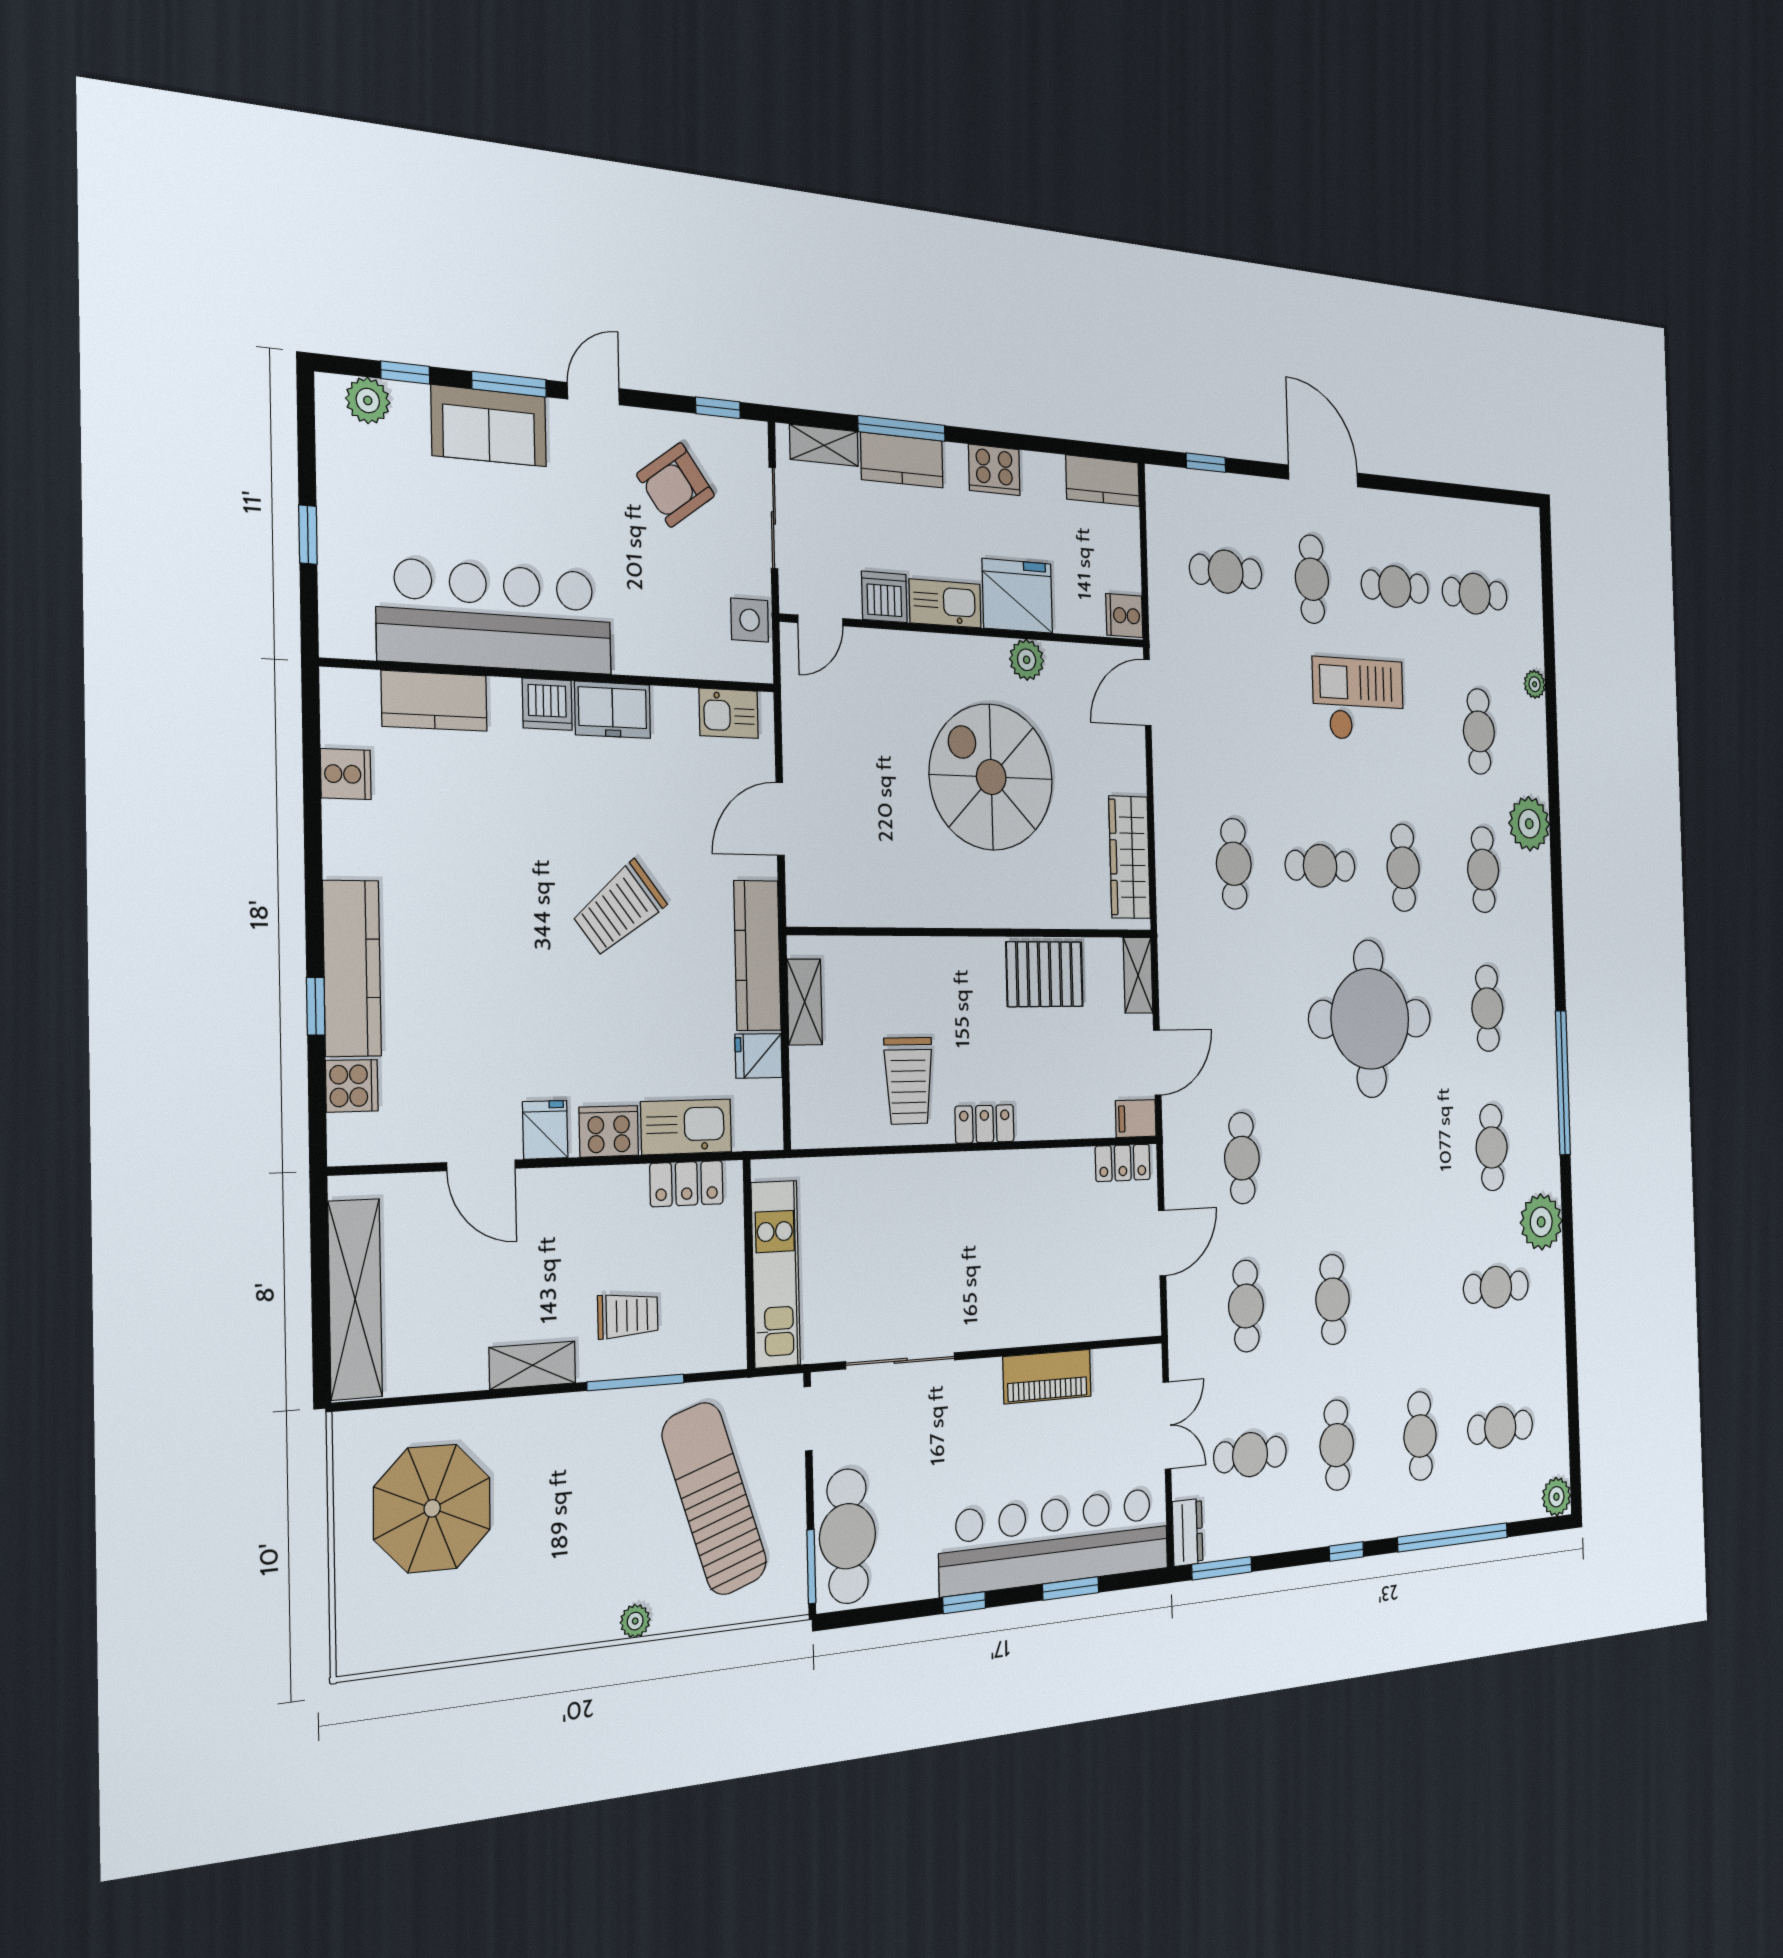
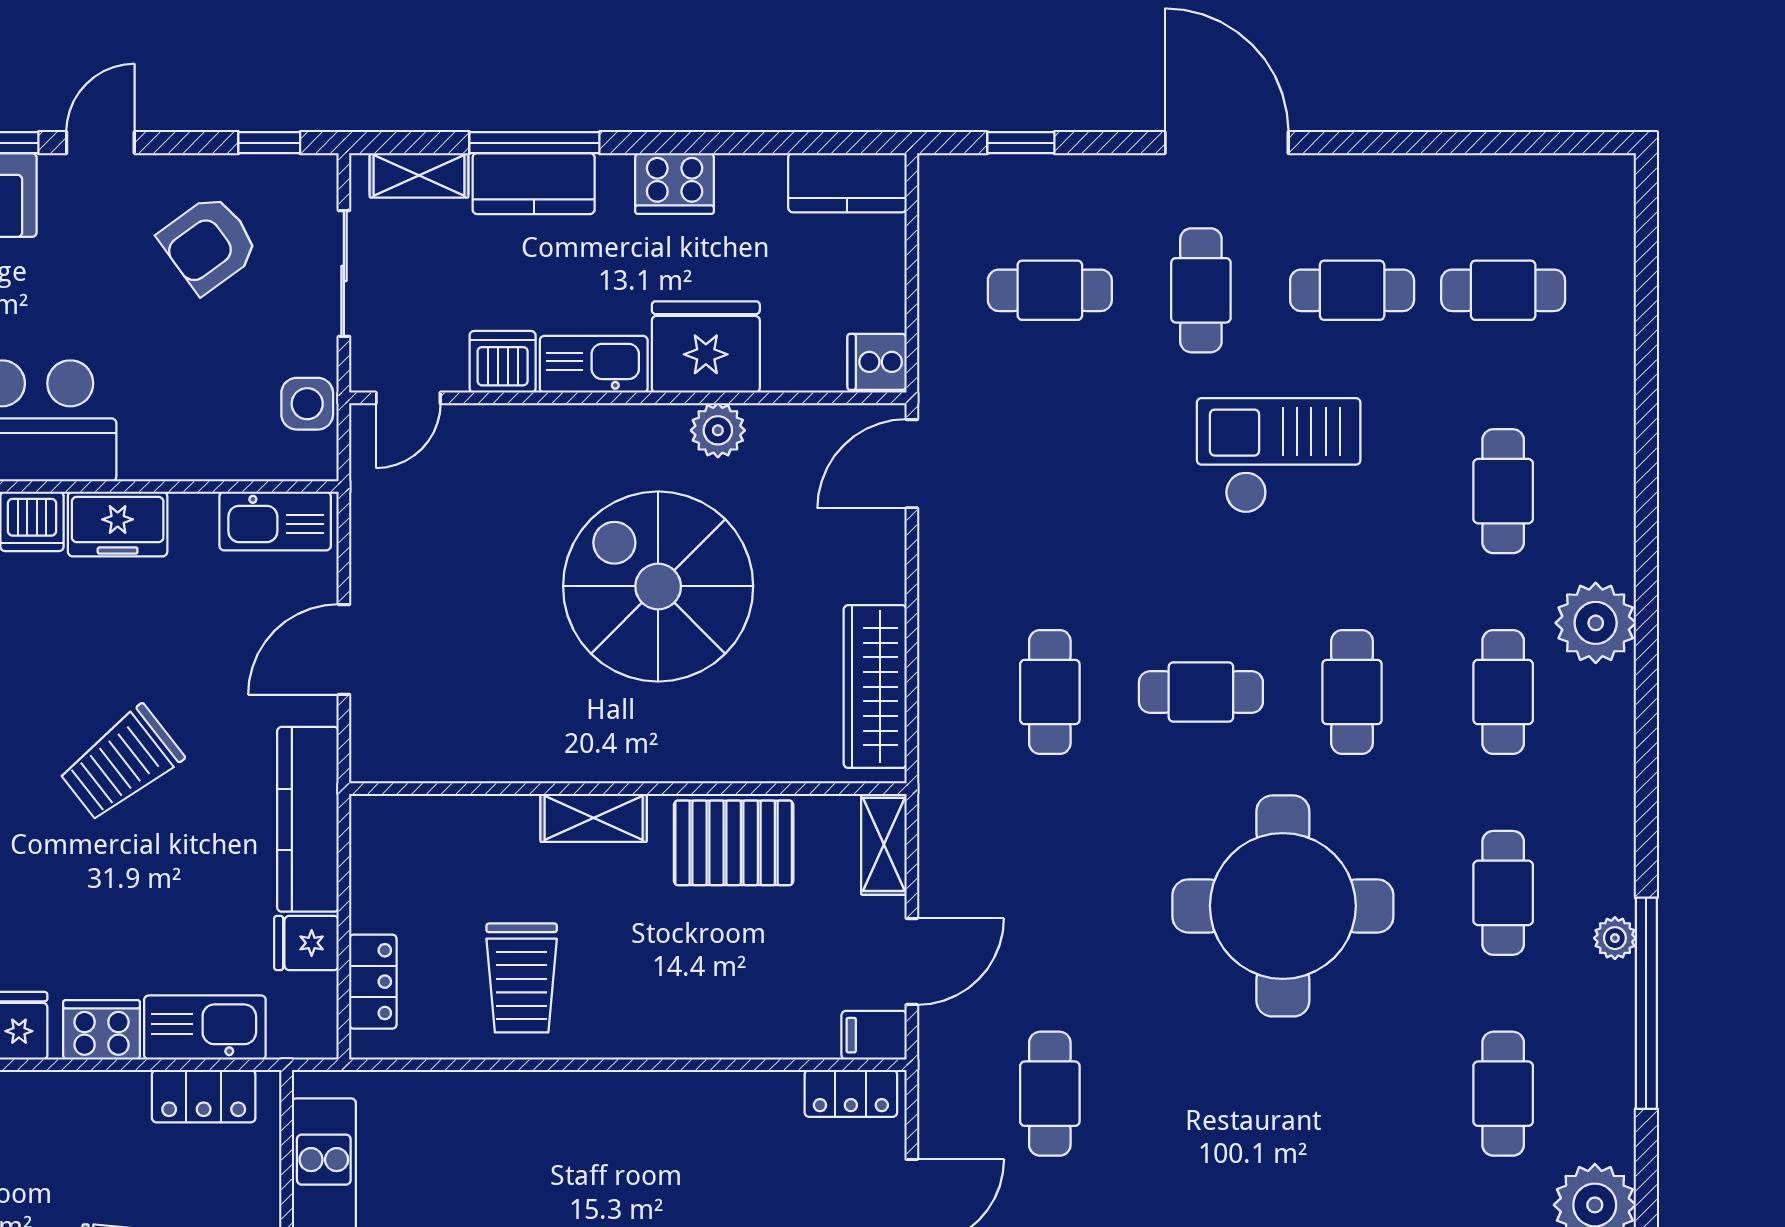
plant: (1535, 684) -> (1615, 938), moved
kitchen sink: (729, 713) -> (275, 521), width x1.38
shelving: (805, 1002) -> (594, 818), moved, turned 90
locker: (985, 1124) -> (373, 982), moved, turned 90

